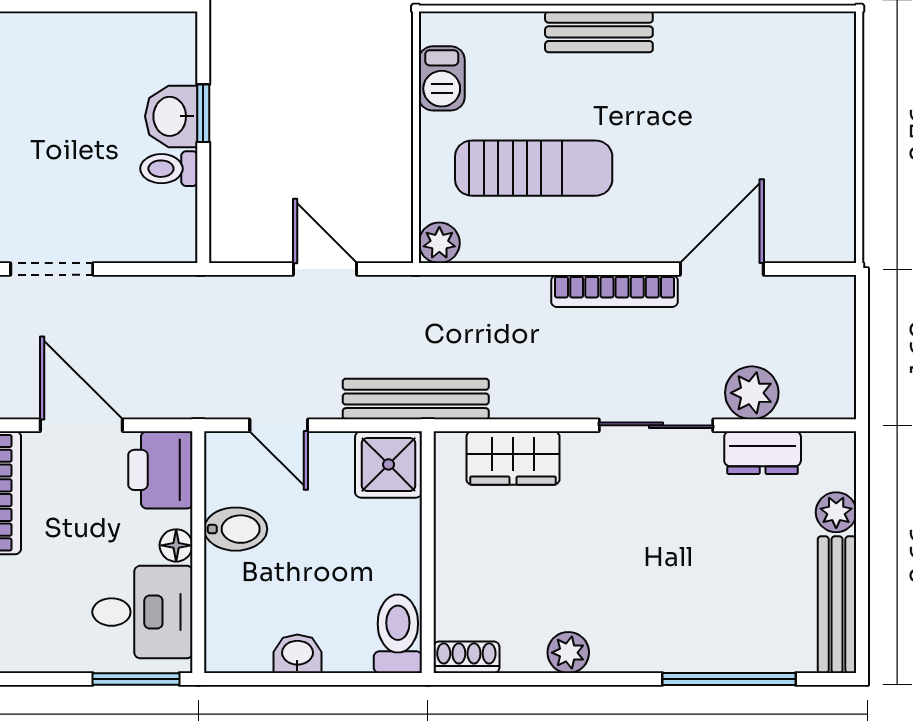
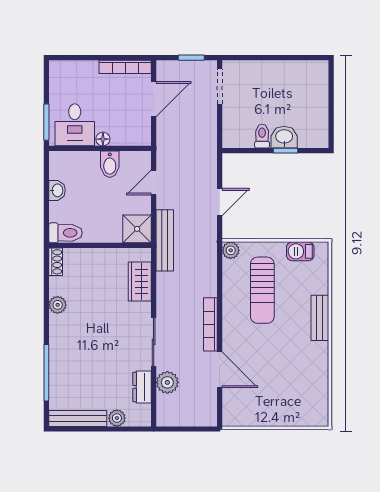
printer: (160, 470) -> (135, 132), removed

